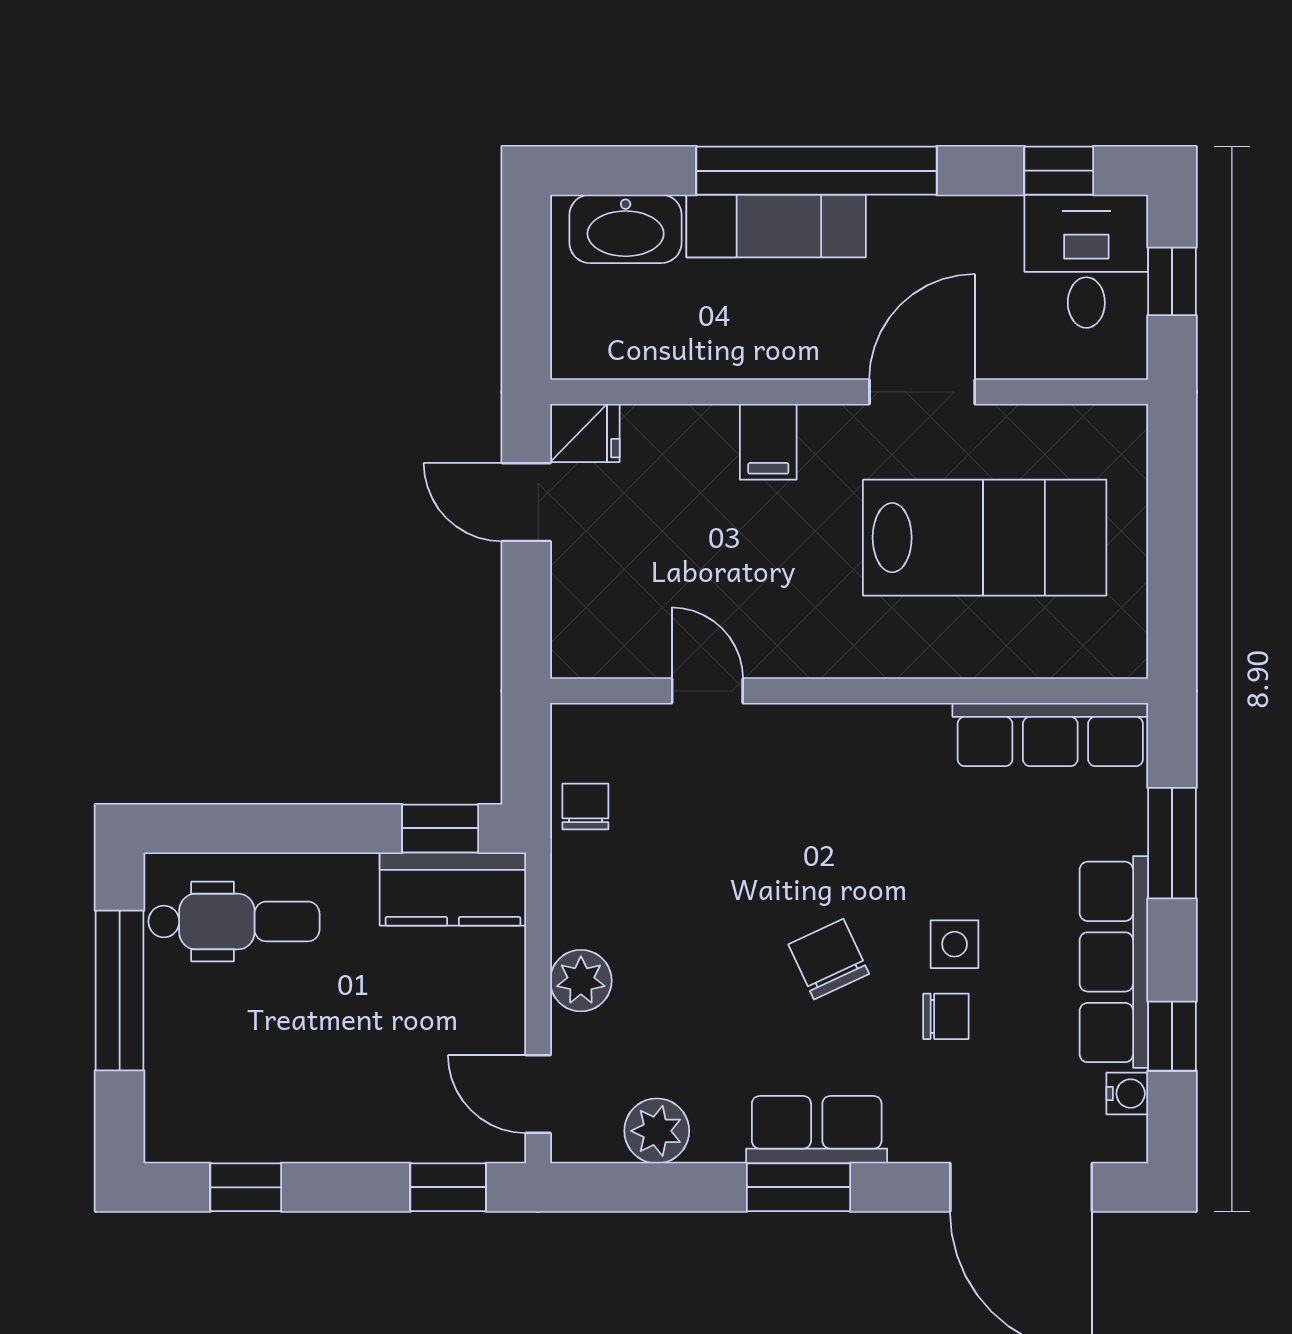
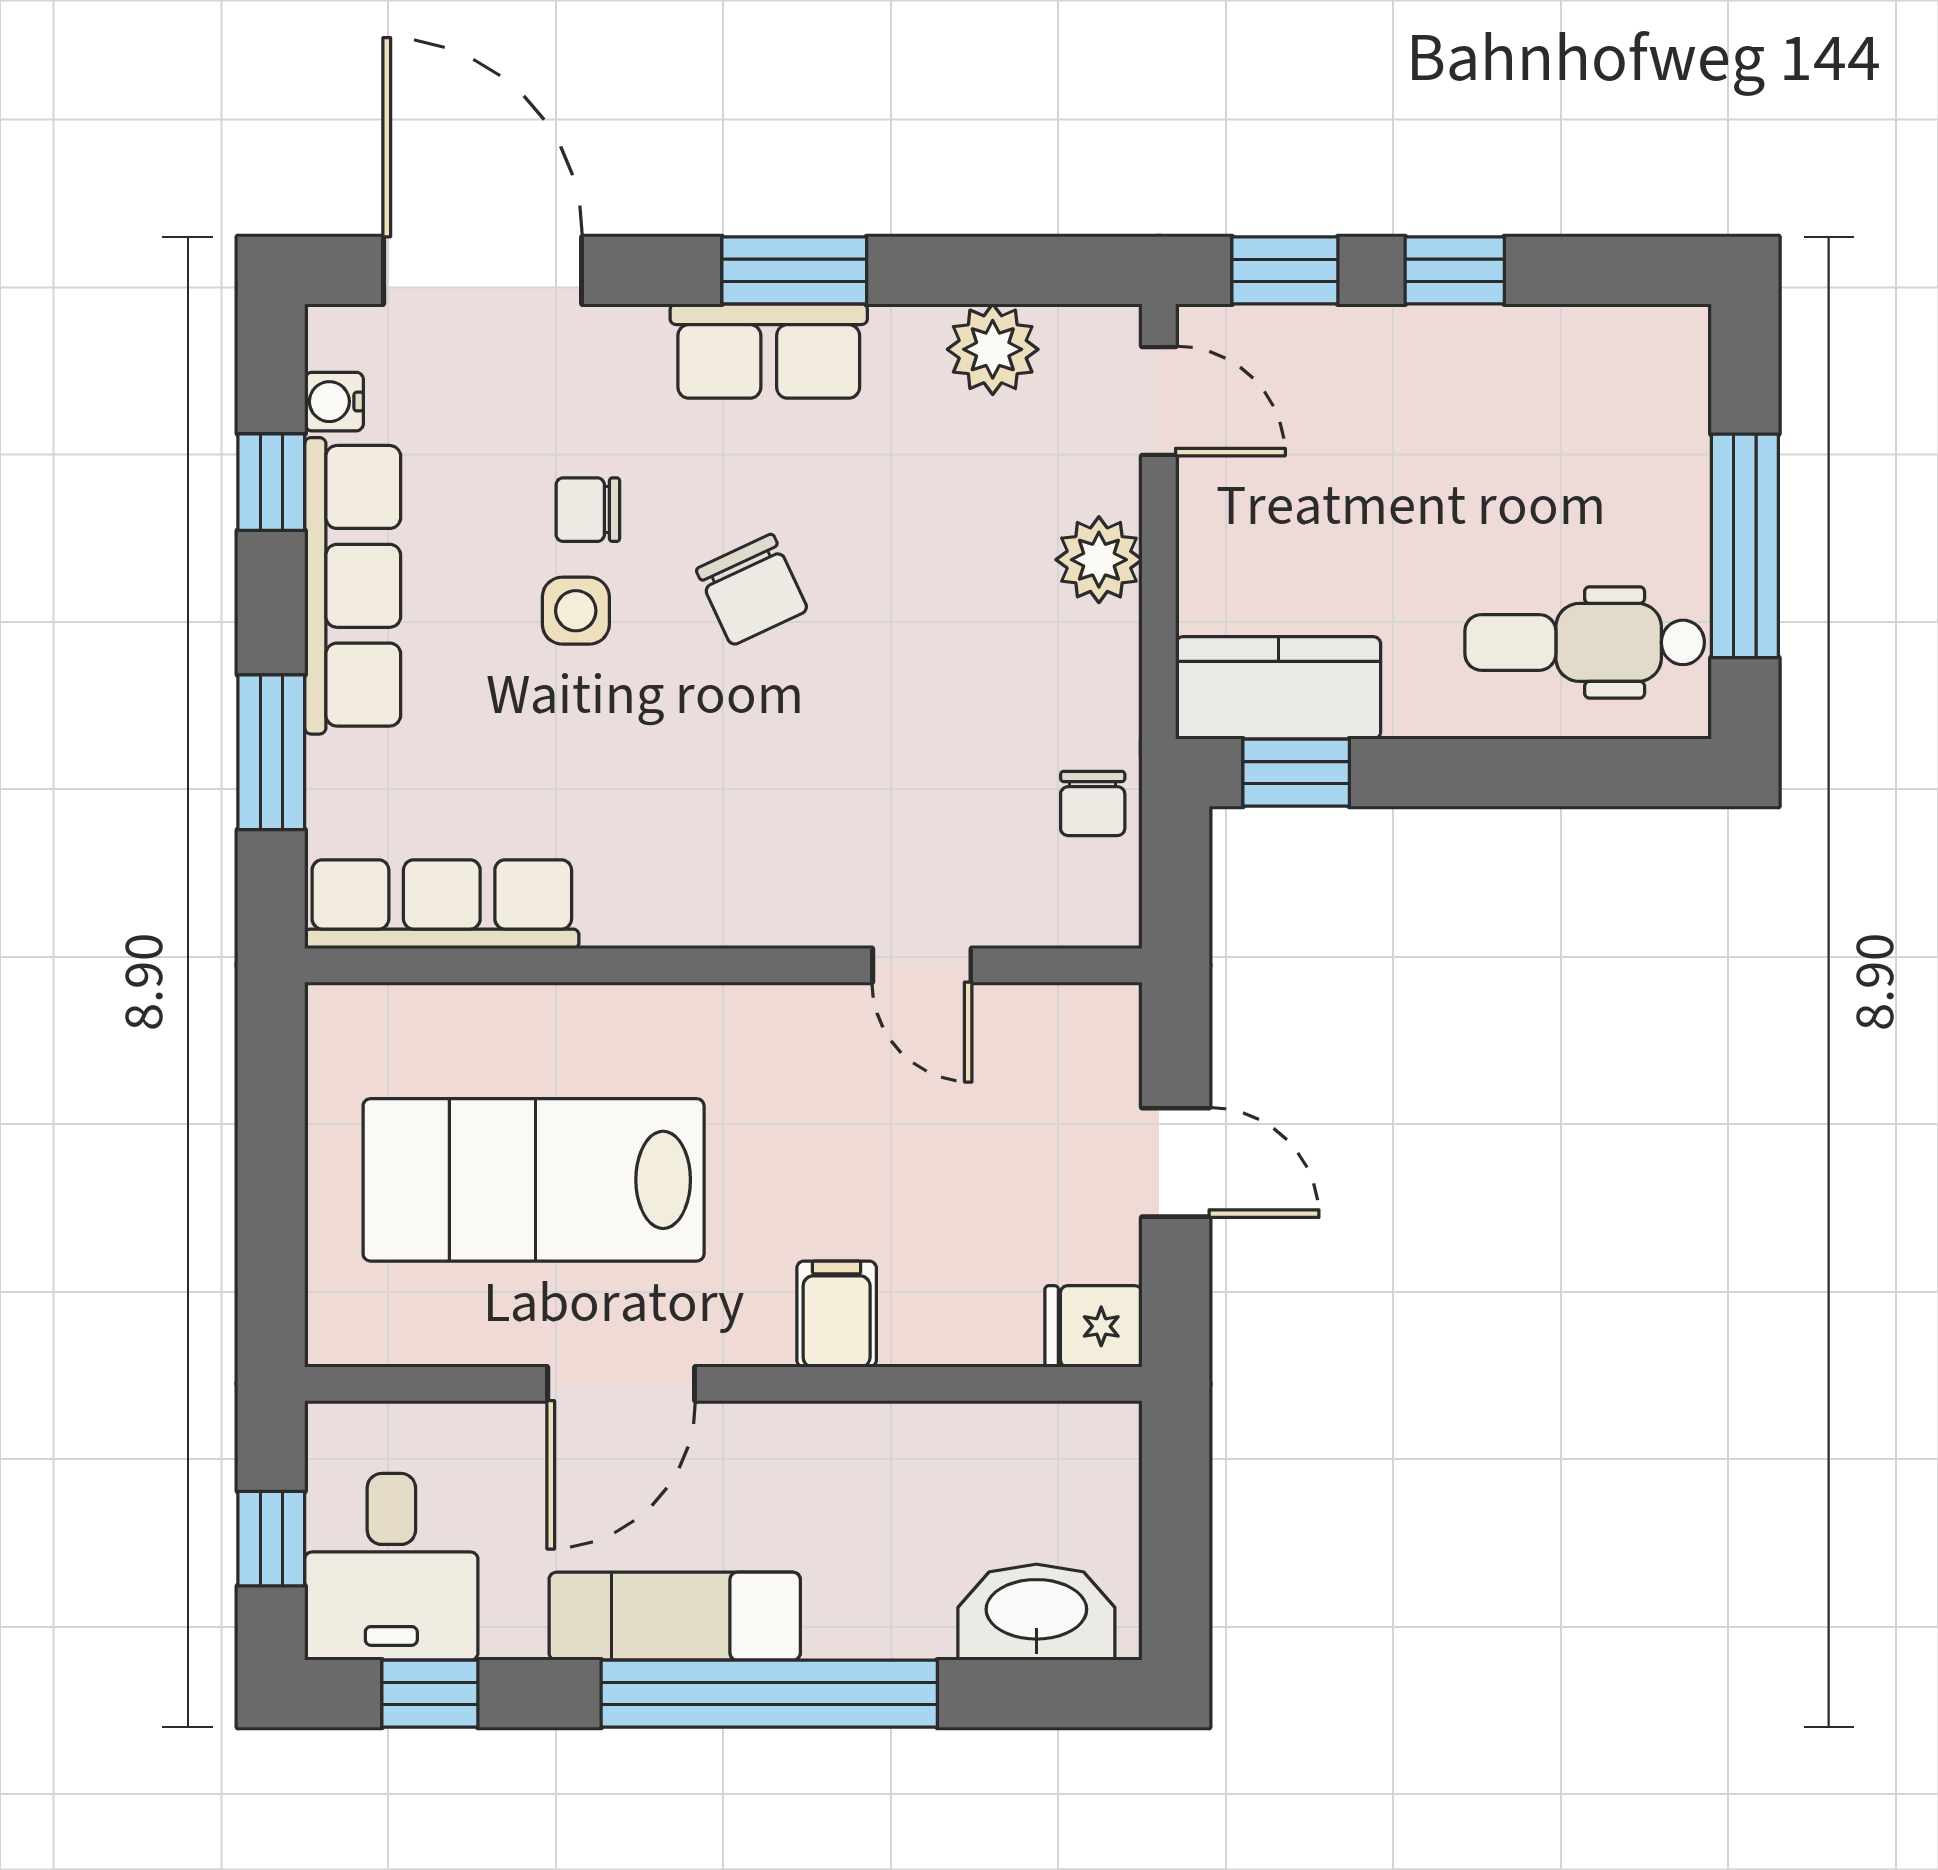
exam couch: (776, 226) -> (675, 1616), moved
door: (526, 502) -> (1176, 1162), moved
window: (246, 1187) -> (1455, 270), moved

